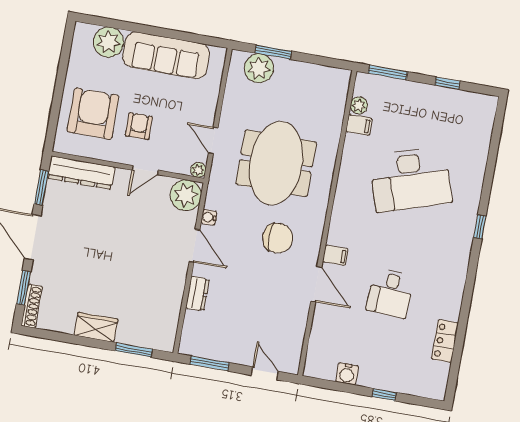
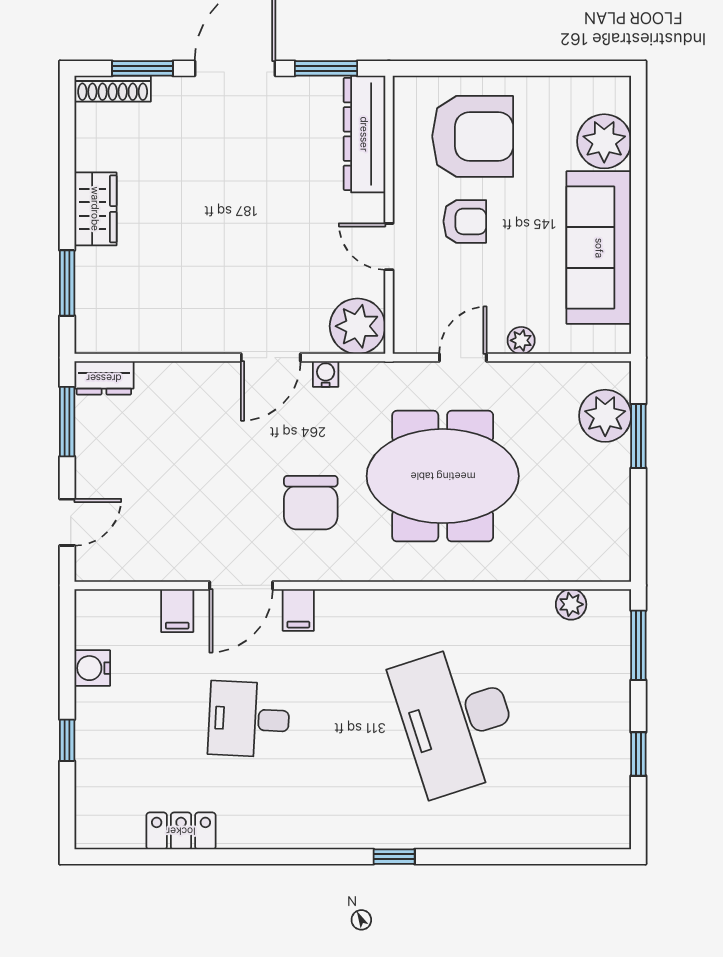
filing cabinet: (359, 125) -> (177, 611), moved
plant: (198, 170) -> (521, 340), moved
dresser: (197, 294) -> (104, 378), moved

